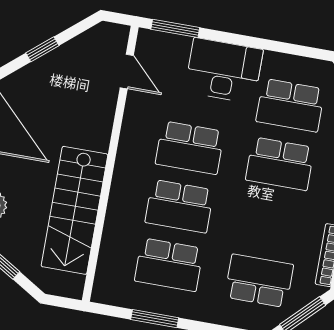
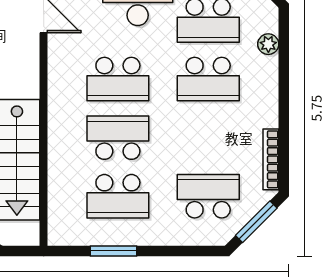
school desk: (179, 206) -> (118, 138), turned 180

